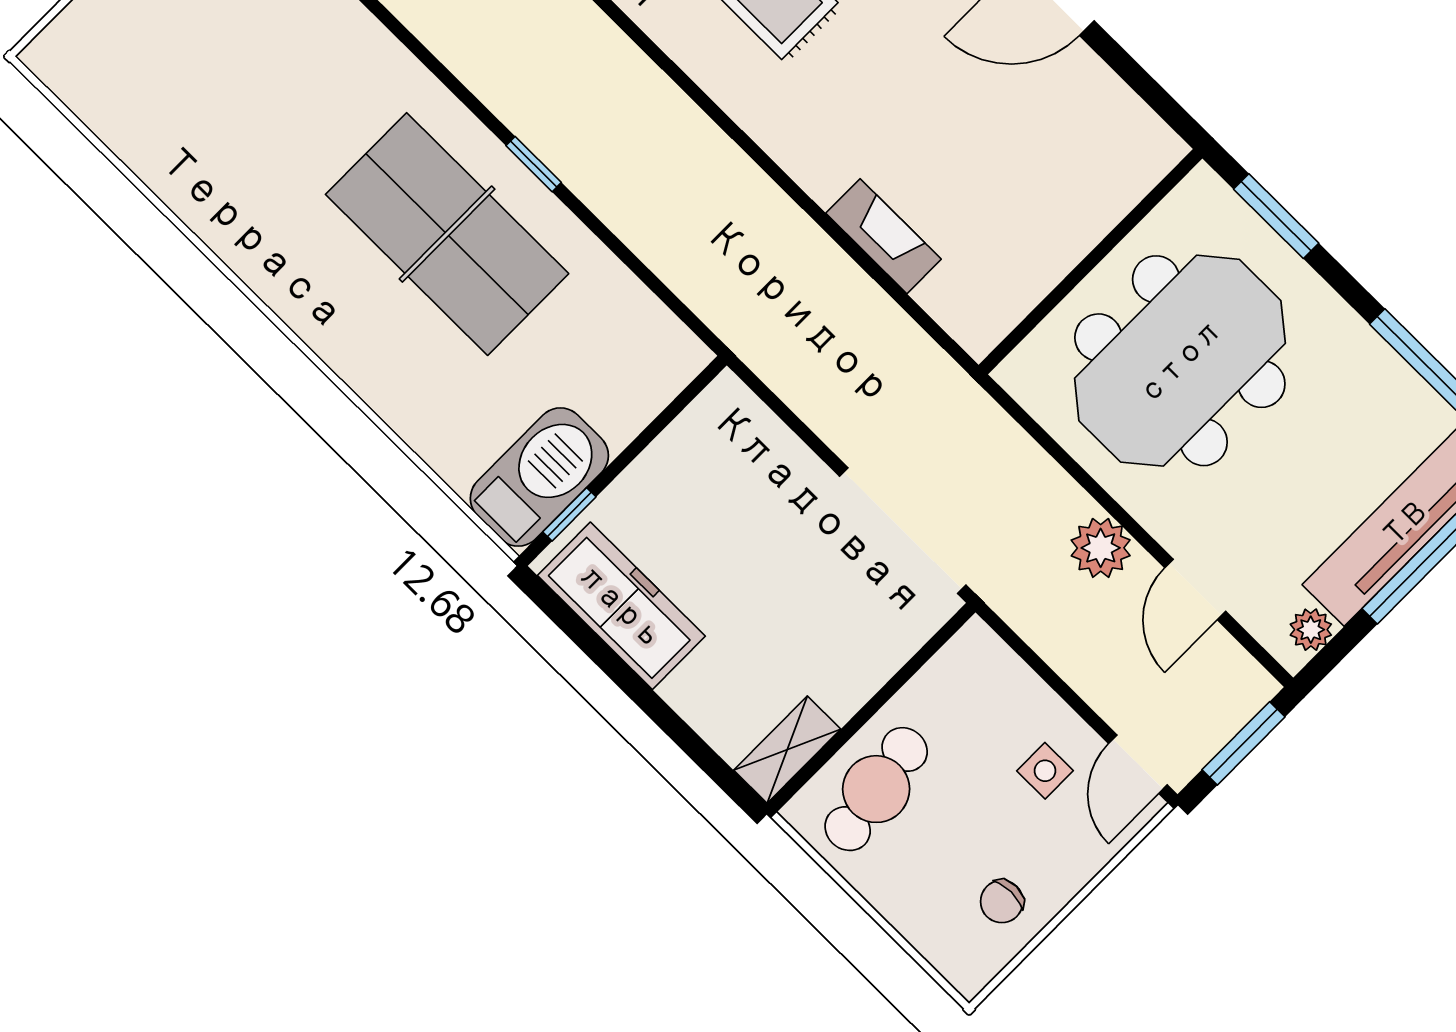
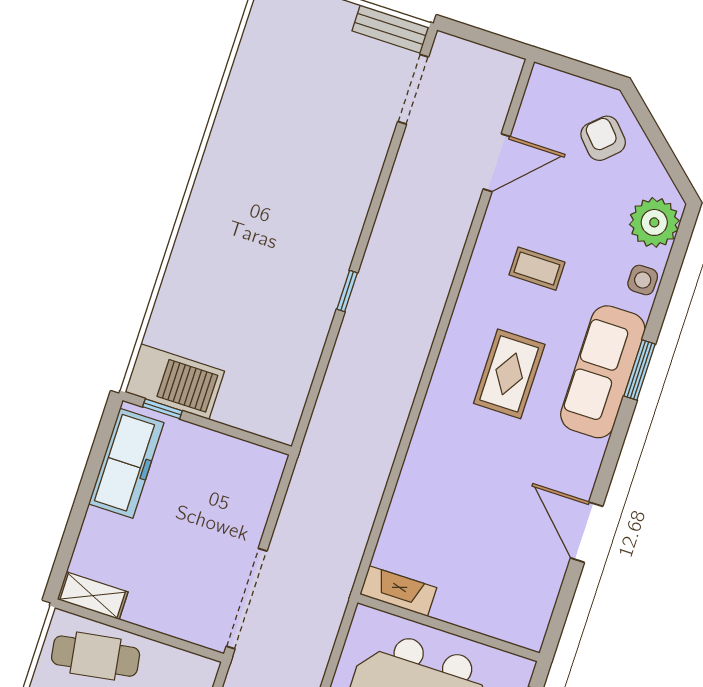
table tennis table: (447, 234) -> (284, 262), removed
fireplace: (883, 236) -> (398, 591), moved, turned -90

